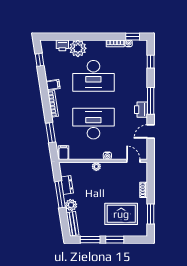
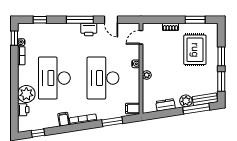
desk: (93, 76) -> (54, 78), turned 180
window: (60, 194) -> (196, 109), moved

